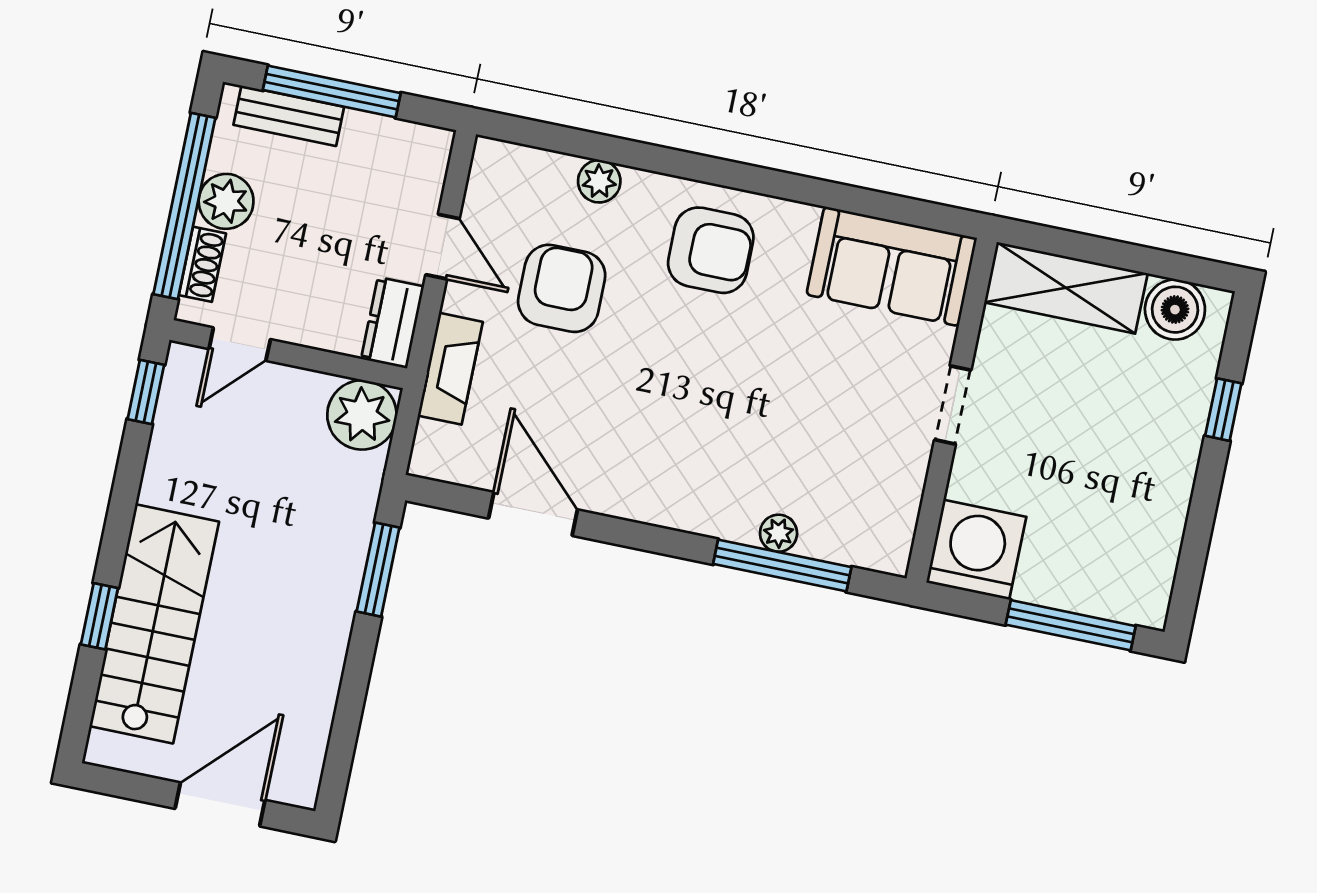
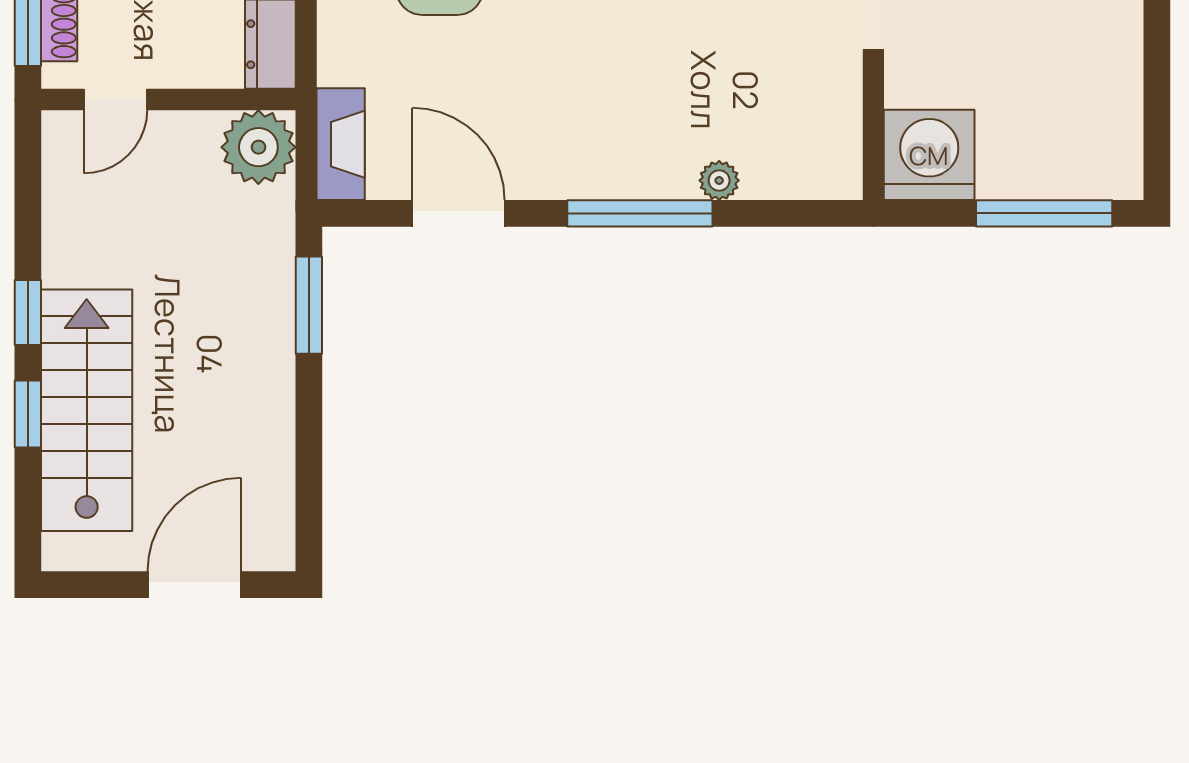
fireplace: (450, 369) -> (341, 144), moved
window: (146, 392) -> (28, 312), moved
window: (782, 566) -> (640, 213), moved

